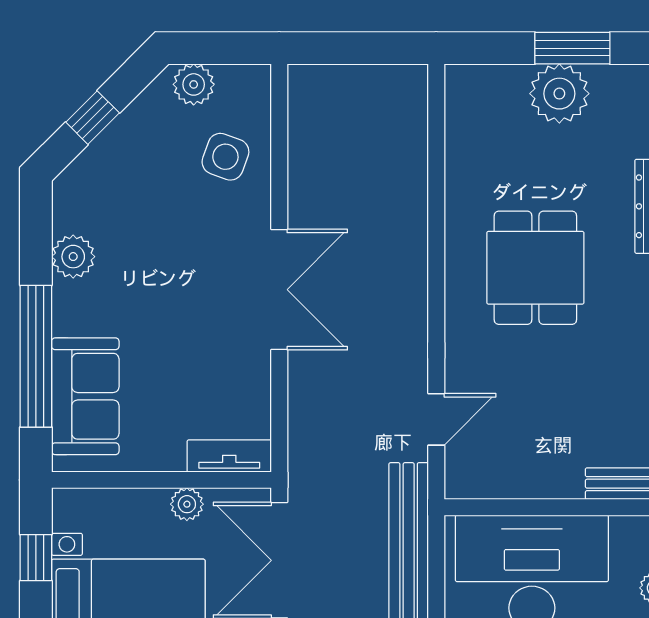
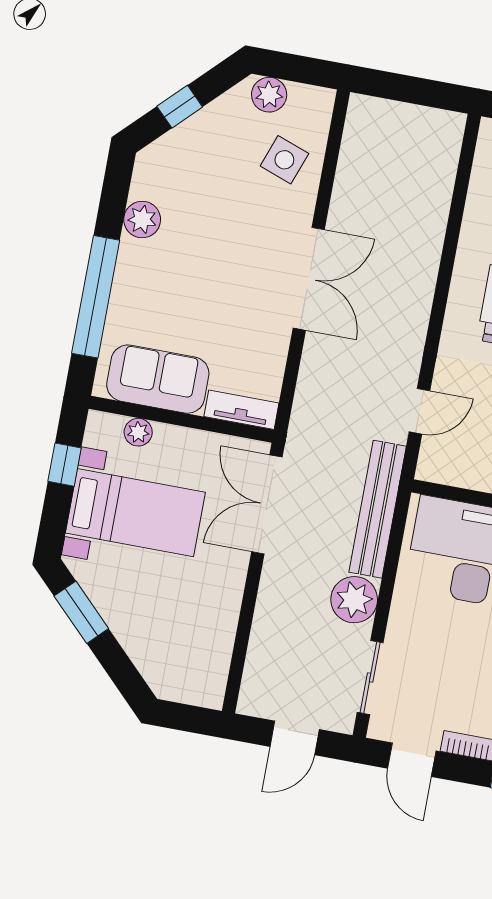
sofa: (85, 396) -> (158, 379), moved, turned -90
plant: (187, 504) -> (138, 432), moved

